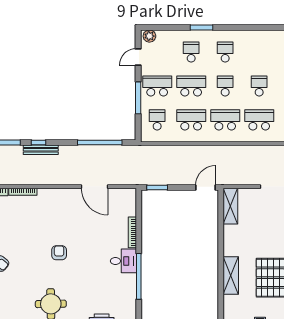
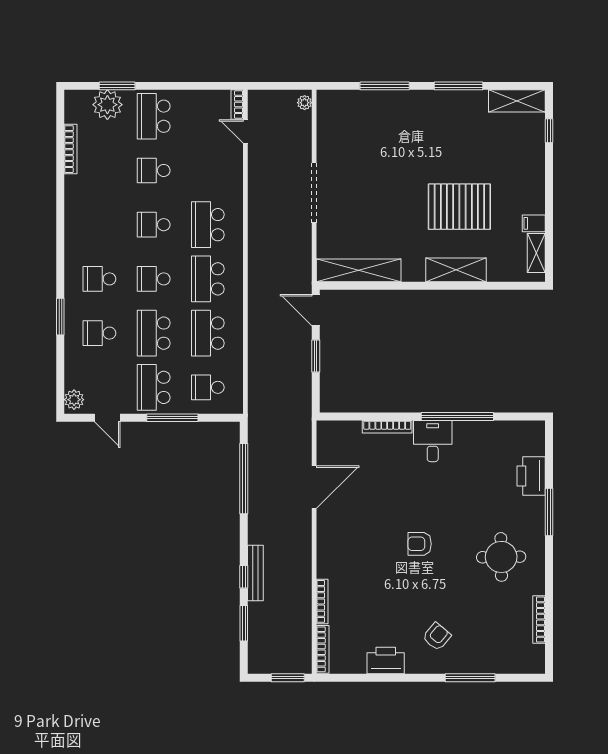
window: (157, 188) -> (316, 356), moved
shelving: (230, 206) -> (359, 270), width x1.47

